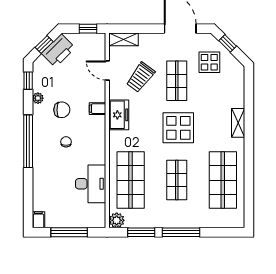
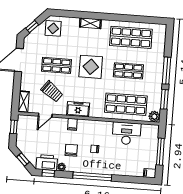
printer: (58, 51) -> (47, 163), moved, turned -45
display table: (209, 62) -> (53, 28), moved

